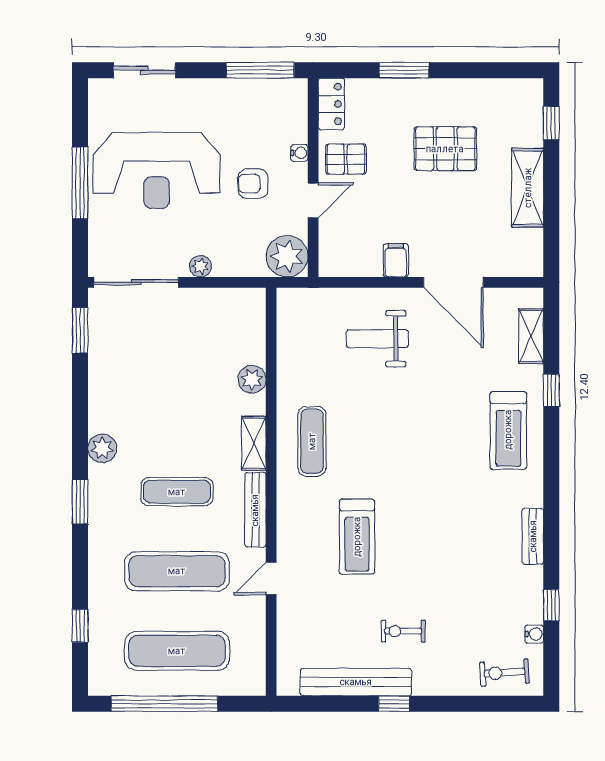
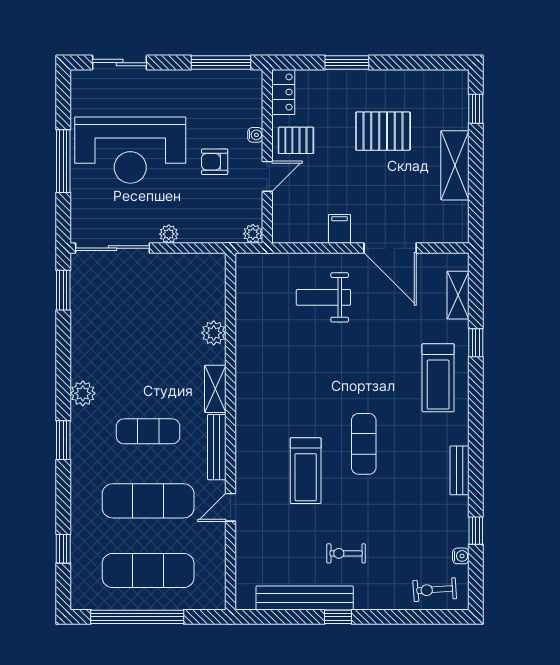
plant: (287, 256) -> (253, 234), width x0.53, depth x0.53
exercise mat: (312, 441) -> (364, 444), moved

